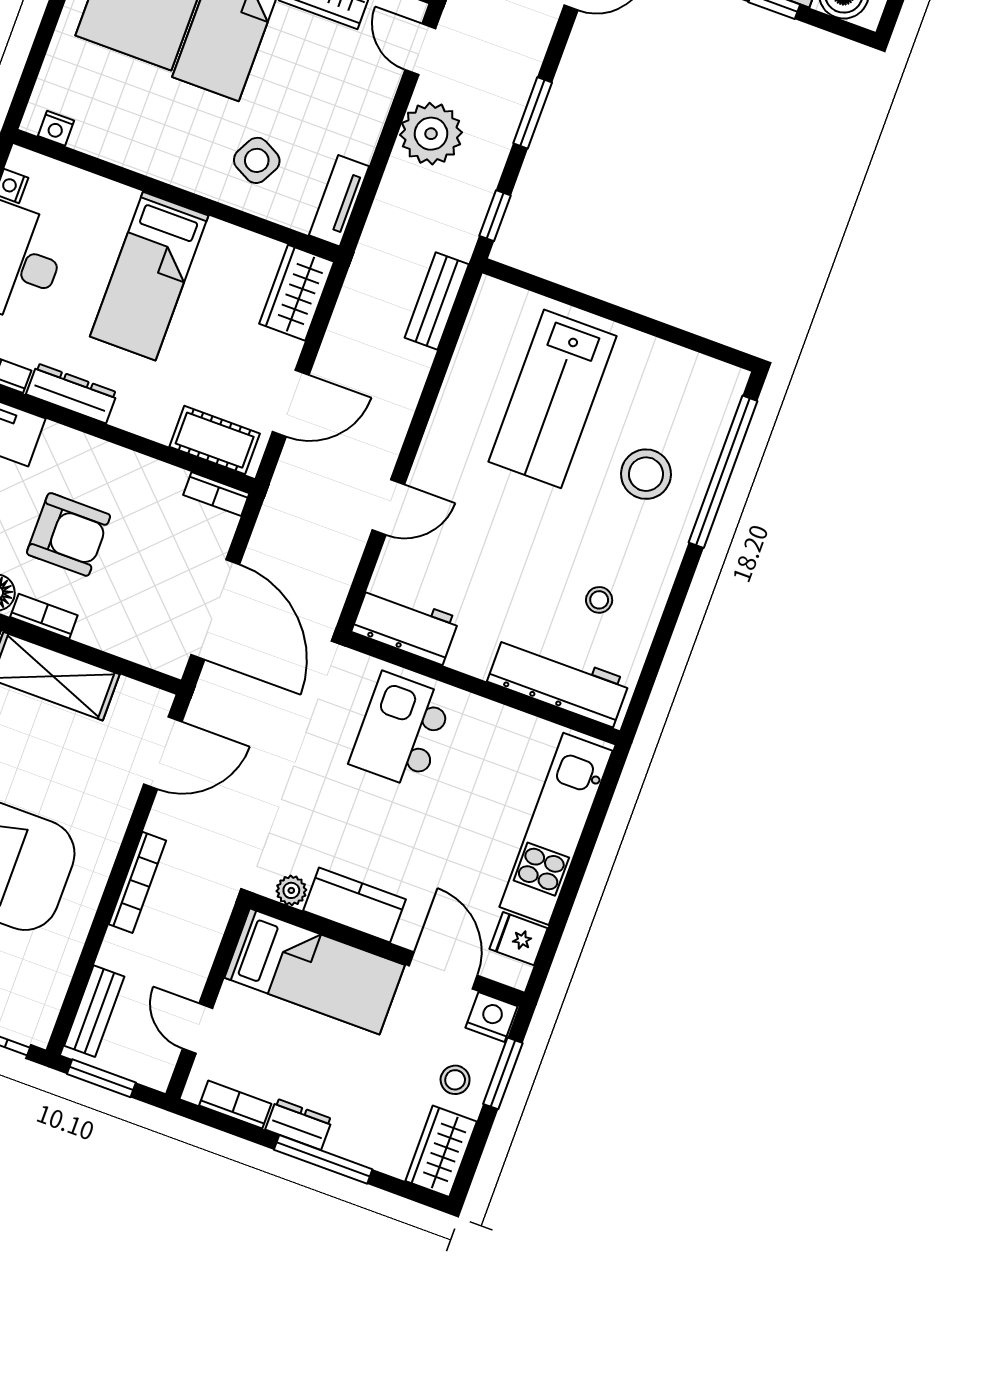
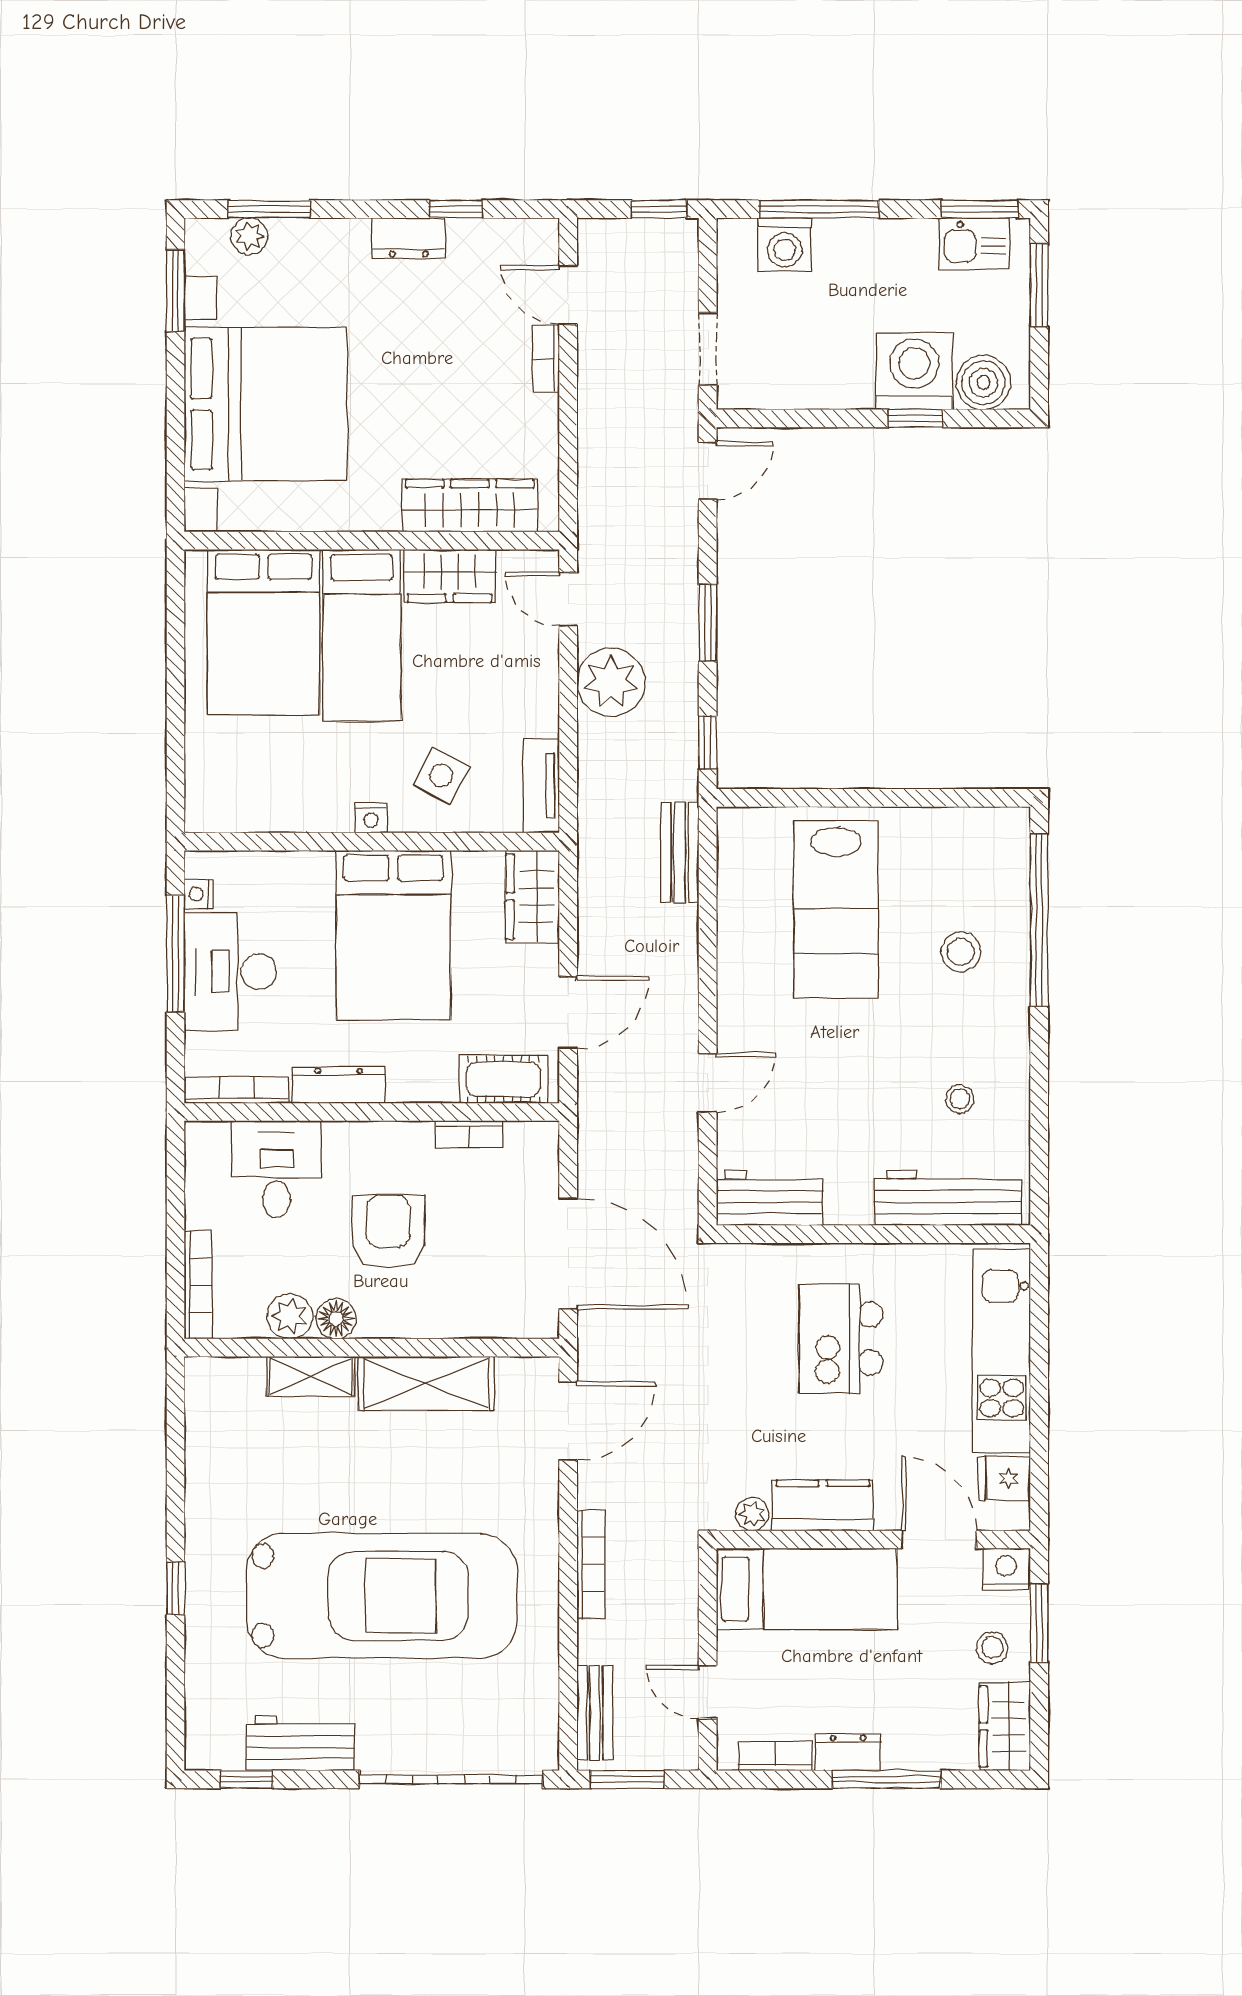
nightstand: (56, 128) -> (371, 818), moved
bed: (149, 276) -> (393, 935), width x1.50
stool: (646, 474) -> (961, 952), width x0.73, depth x0.73
bookcase: (216, 494) -> (469, 1134), moved
armchair: (68, 534) -> (388, 1232), turned -90
bookcase: (44, 616) -> (394, 1325), removed
kitchen island: (401, 730) -> (841, 1339), moved

